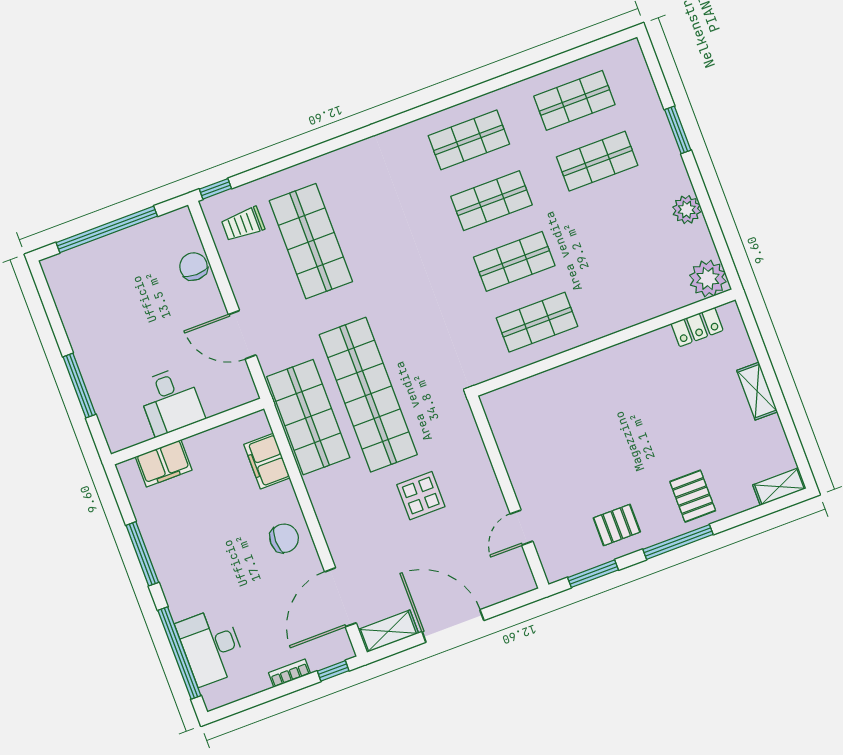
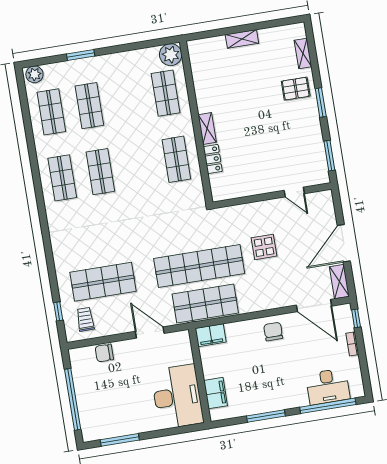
window: (215, 189) -> (58, 311), moved
plant: (687, 210) -> (34, 74), moved
trolley: (243, 224) -> (85, 319), turned 180
shop shelf: (514, 261) -> (166, 93), moved
locker: (697, 327) -> (213, 159), moved
door: (242, 335) -> (150, 332), swing flipped
shelving: (598, 363) -> (207, 128), added
window: (79, 386) -> (120, 440), moved
desk: (171, 401) -> (177, 397), width x1.87, depth x1.30
filing cabinet: (267, 461) -> (211, 335), moved
shelving: (779, 487) -> (303, 53), moved
pallet: (617, 525) -> (304, 136), removed
window: (678, 542) -> (321, 102), width x0.69

